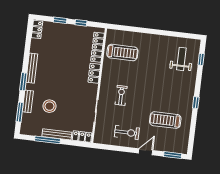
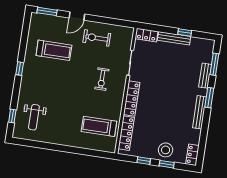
locker: (94, 73) -> (132, 99), width x1.53
stool: (49, 106) -> (166, 150), moved
window: (47, 140) -> (185, 33), width x0.46

